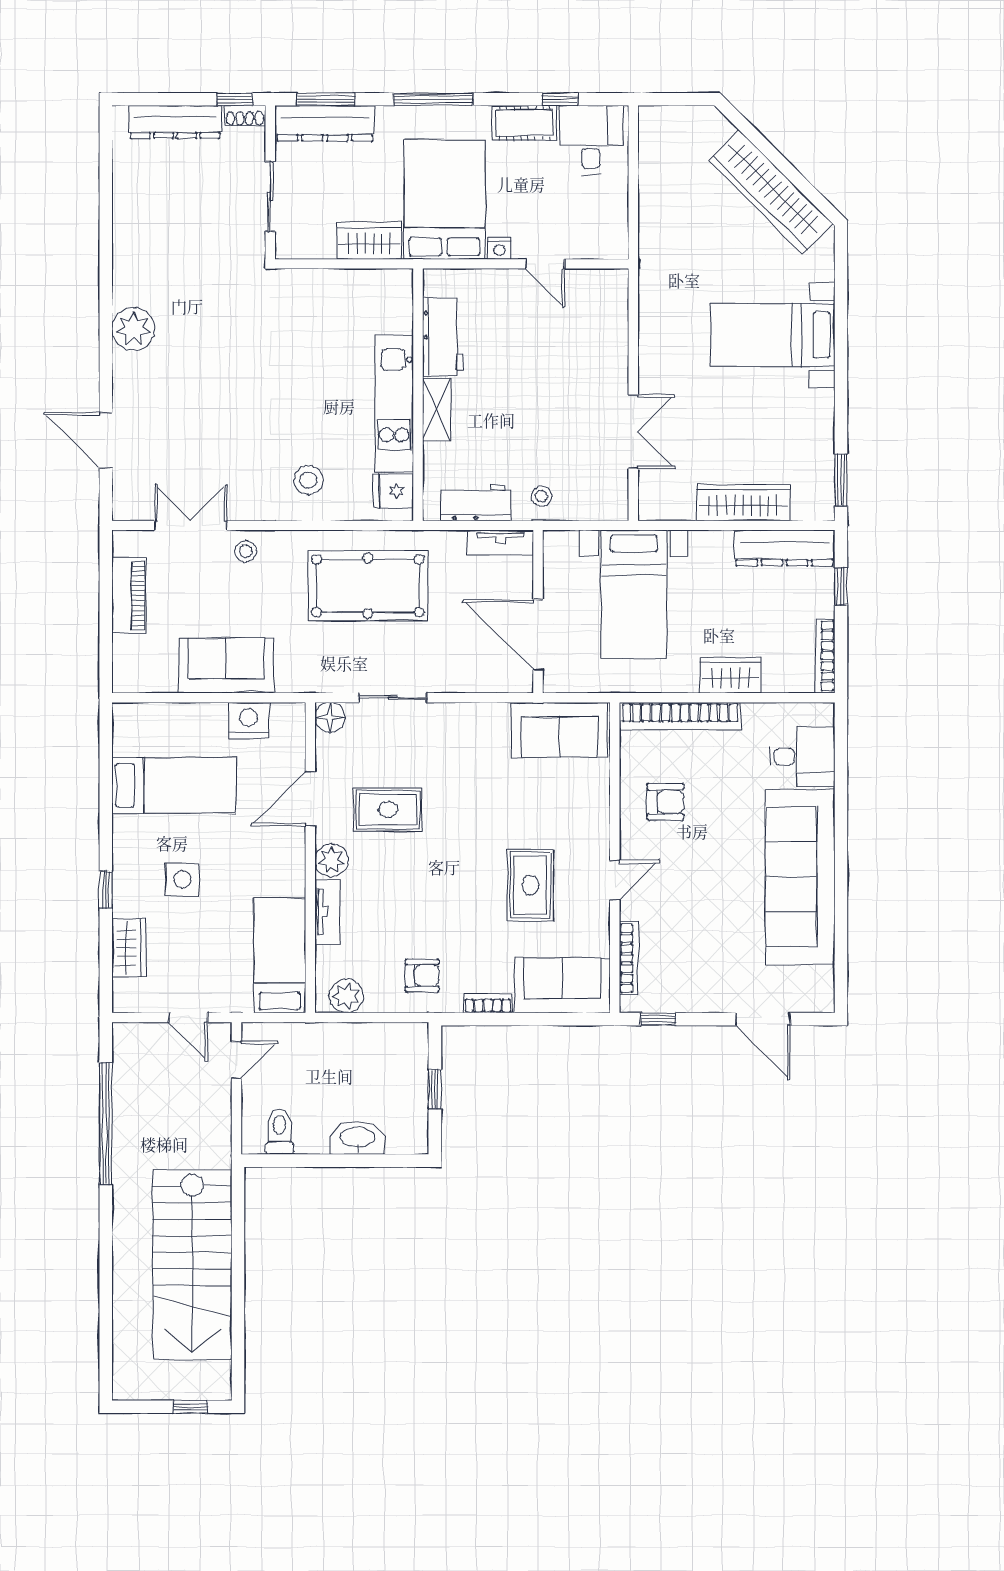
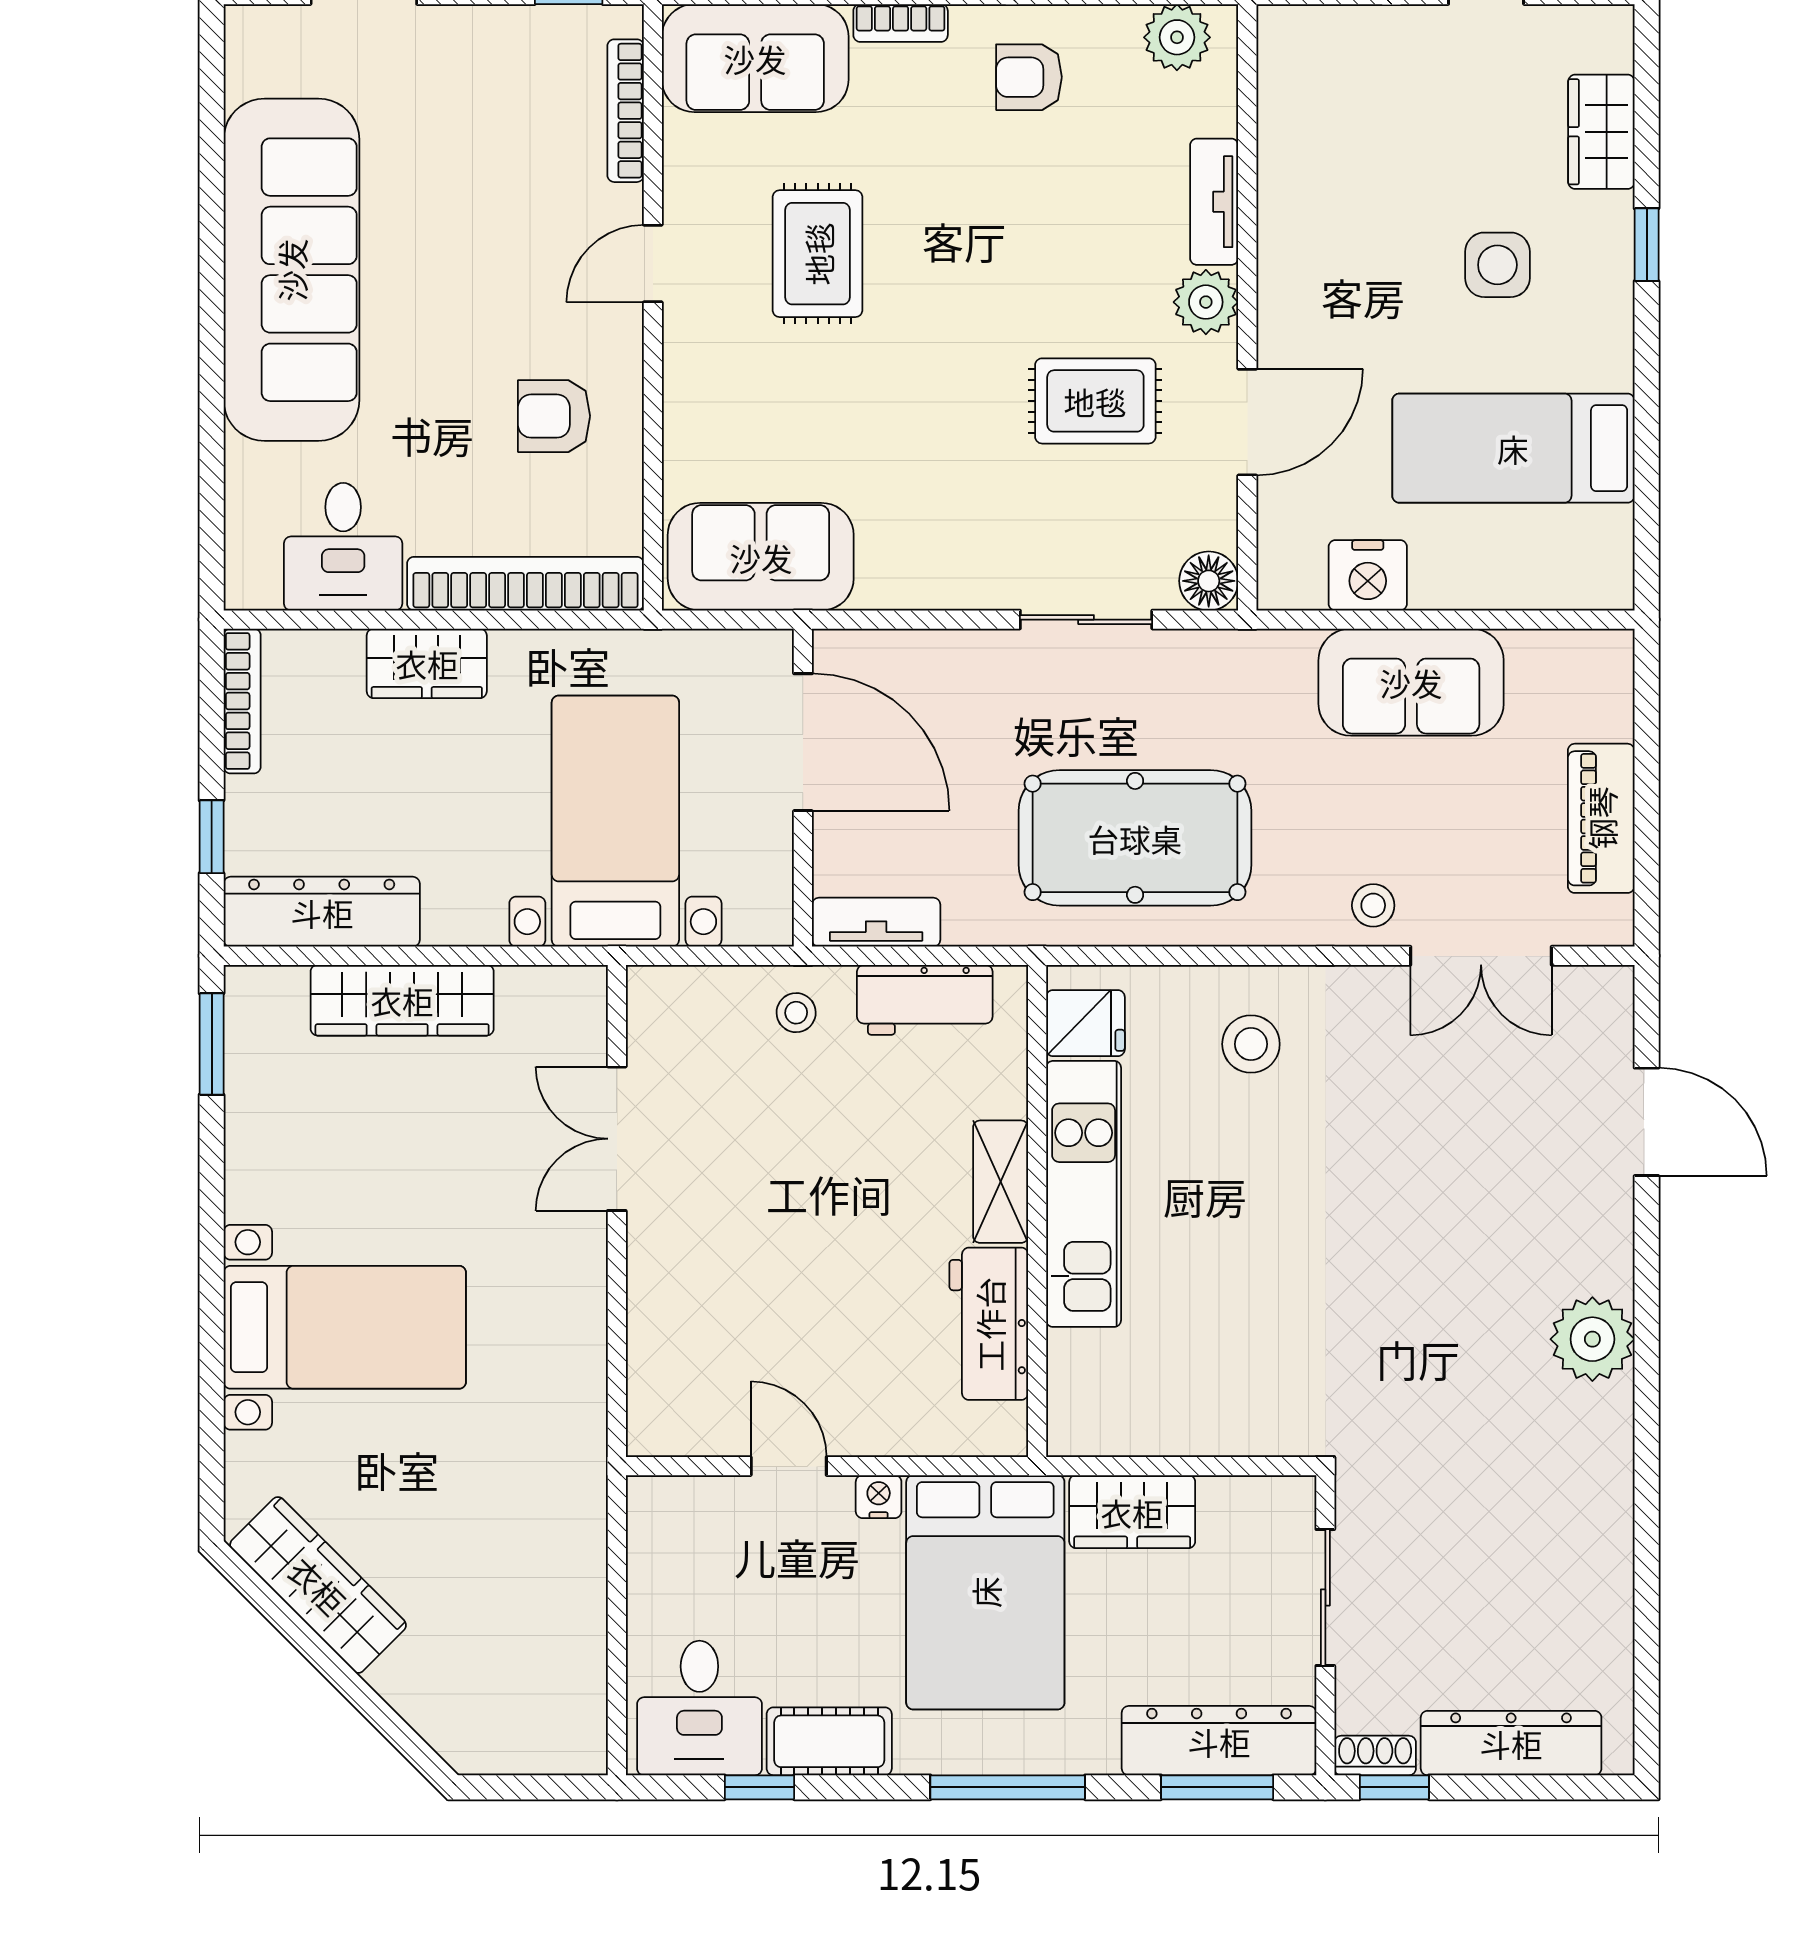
wardrobe: (771, 192) -> (318, 1585), width x0.71, depth x0.85
desk: (802, 756) -> (343, 547), moved, turned -90
bed: (280, 955) -> (1307, 116), removed

